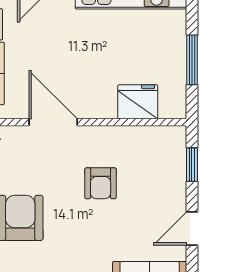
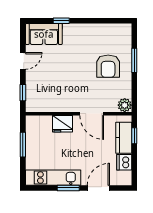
fridge: (138, 102) -> (63, 124), moved
armchair: (101, 183) -> (68, 83), removed

